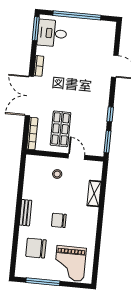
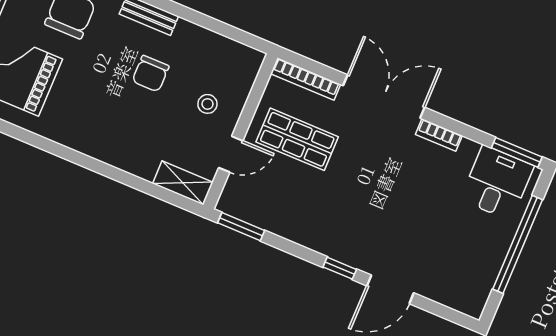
window: (110, 114) -> (340, 268), moved
shelving: (94, 193) -> (183, 183), moved
chair: (59, 220) -> (151, 74), moved, turned 180

